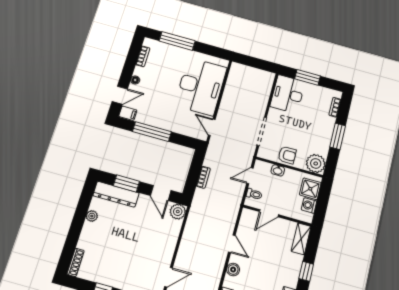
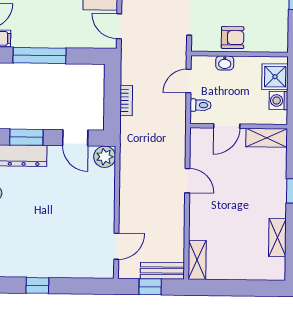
plant: (316, 163) -> (275, 39), removed
shelving: (301, 239) -> (267, 138), moved, turned 90
boiler: (233, 270) -> (197, 214), removed

